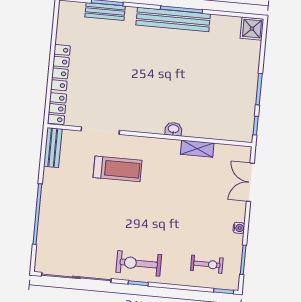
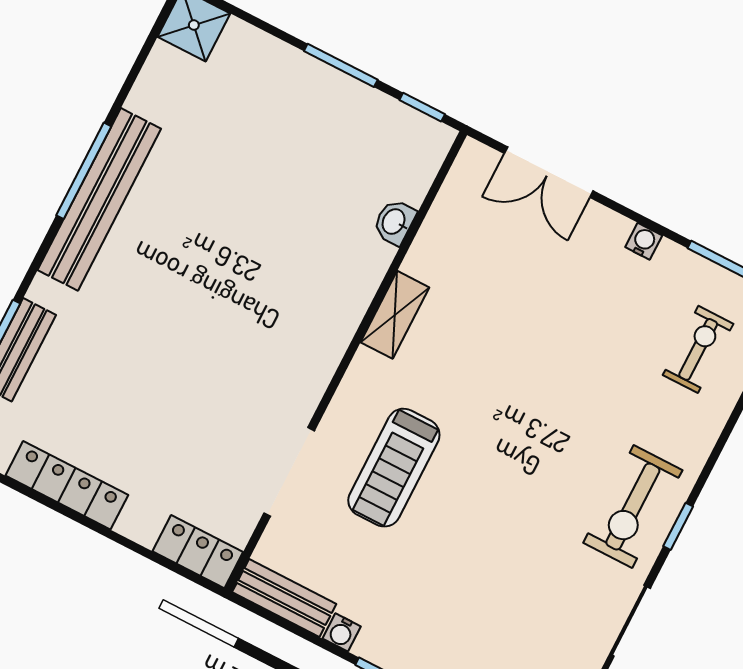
locker: (60, 68) -> (67, 485), moved
washbasin: (173, 129) -> (394, 222), moved
shelving: (197, 149) -> (395, 315), moved
treadmill: (118, 169) -> (394, 468), turned 180
water cooler: (49, 174) -> (342, 632), added

